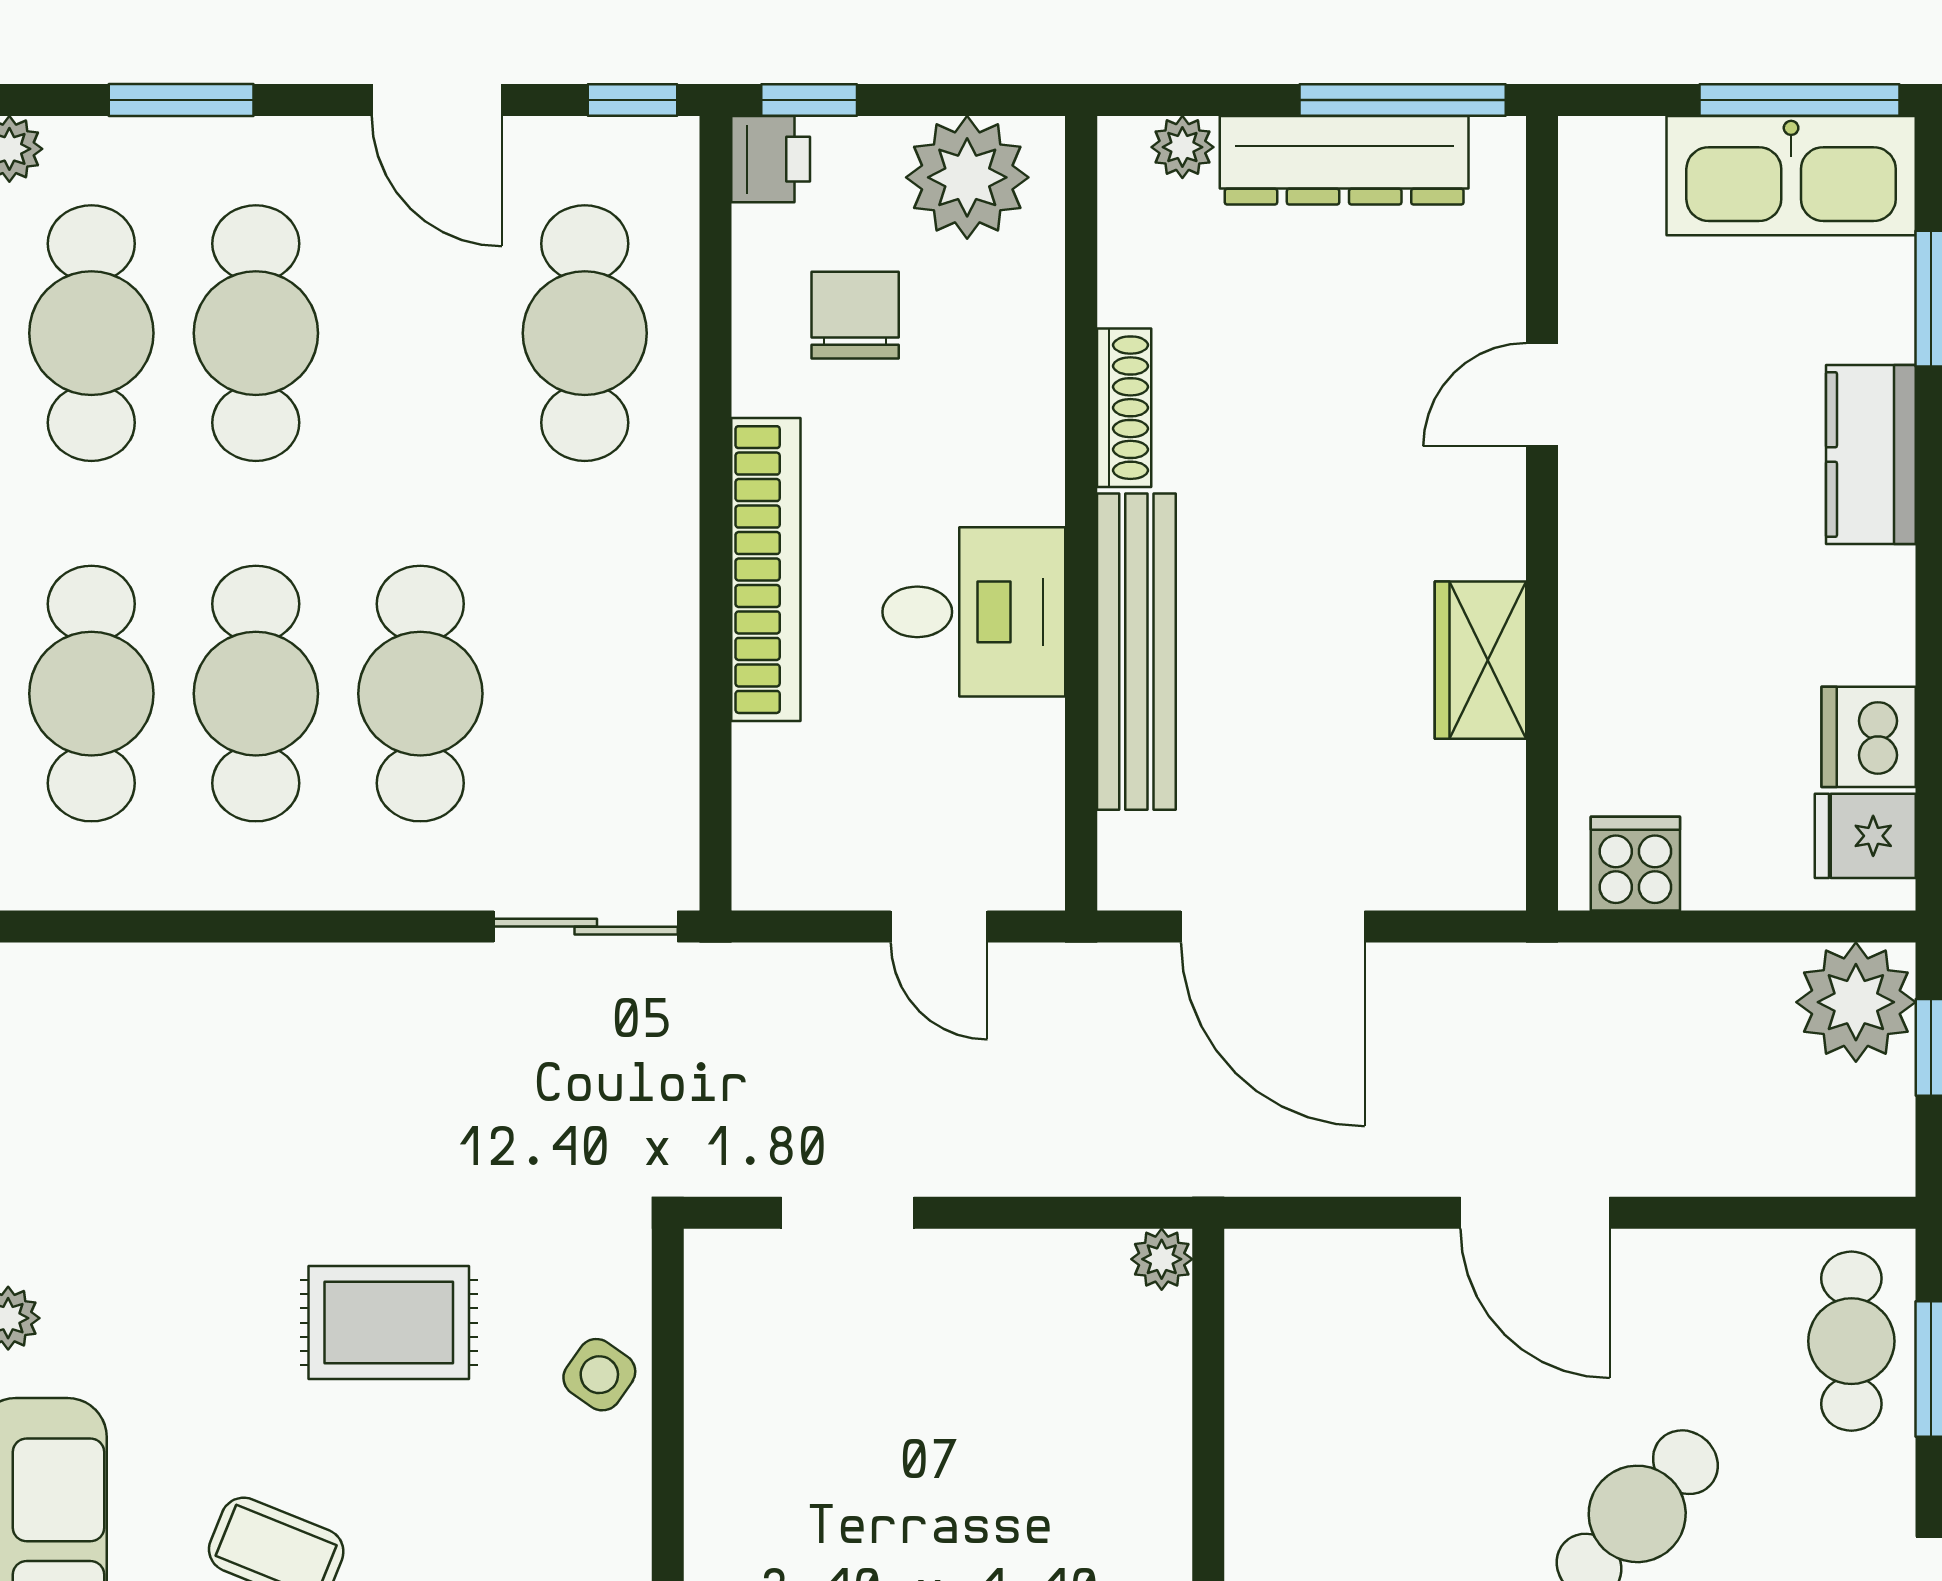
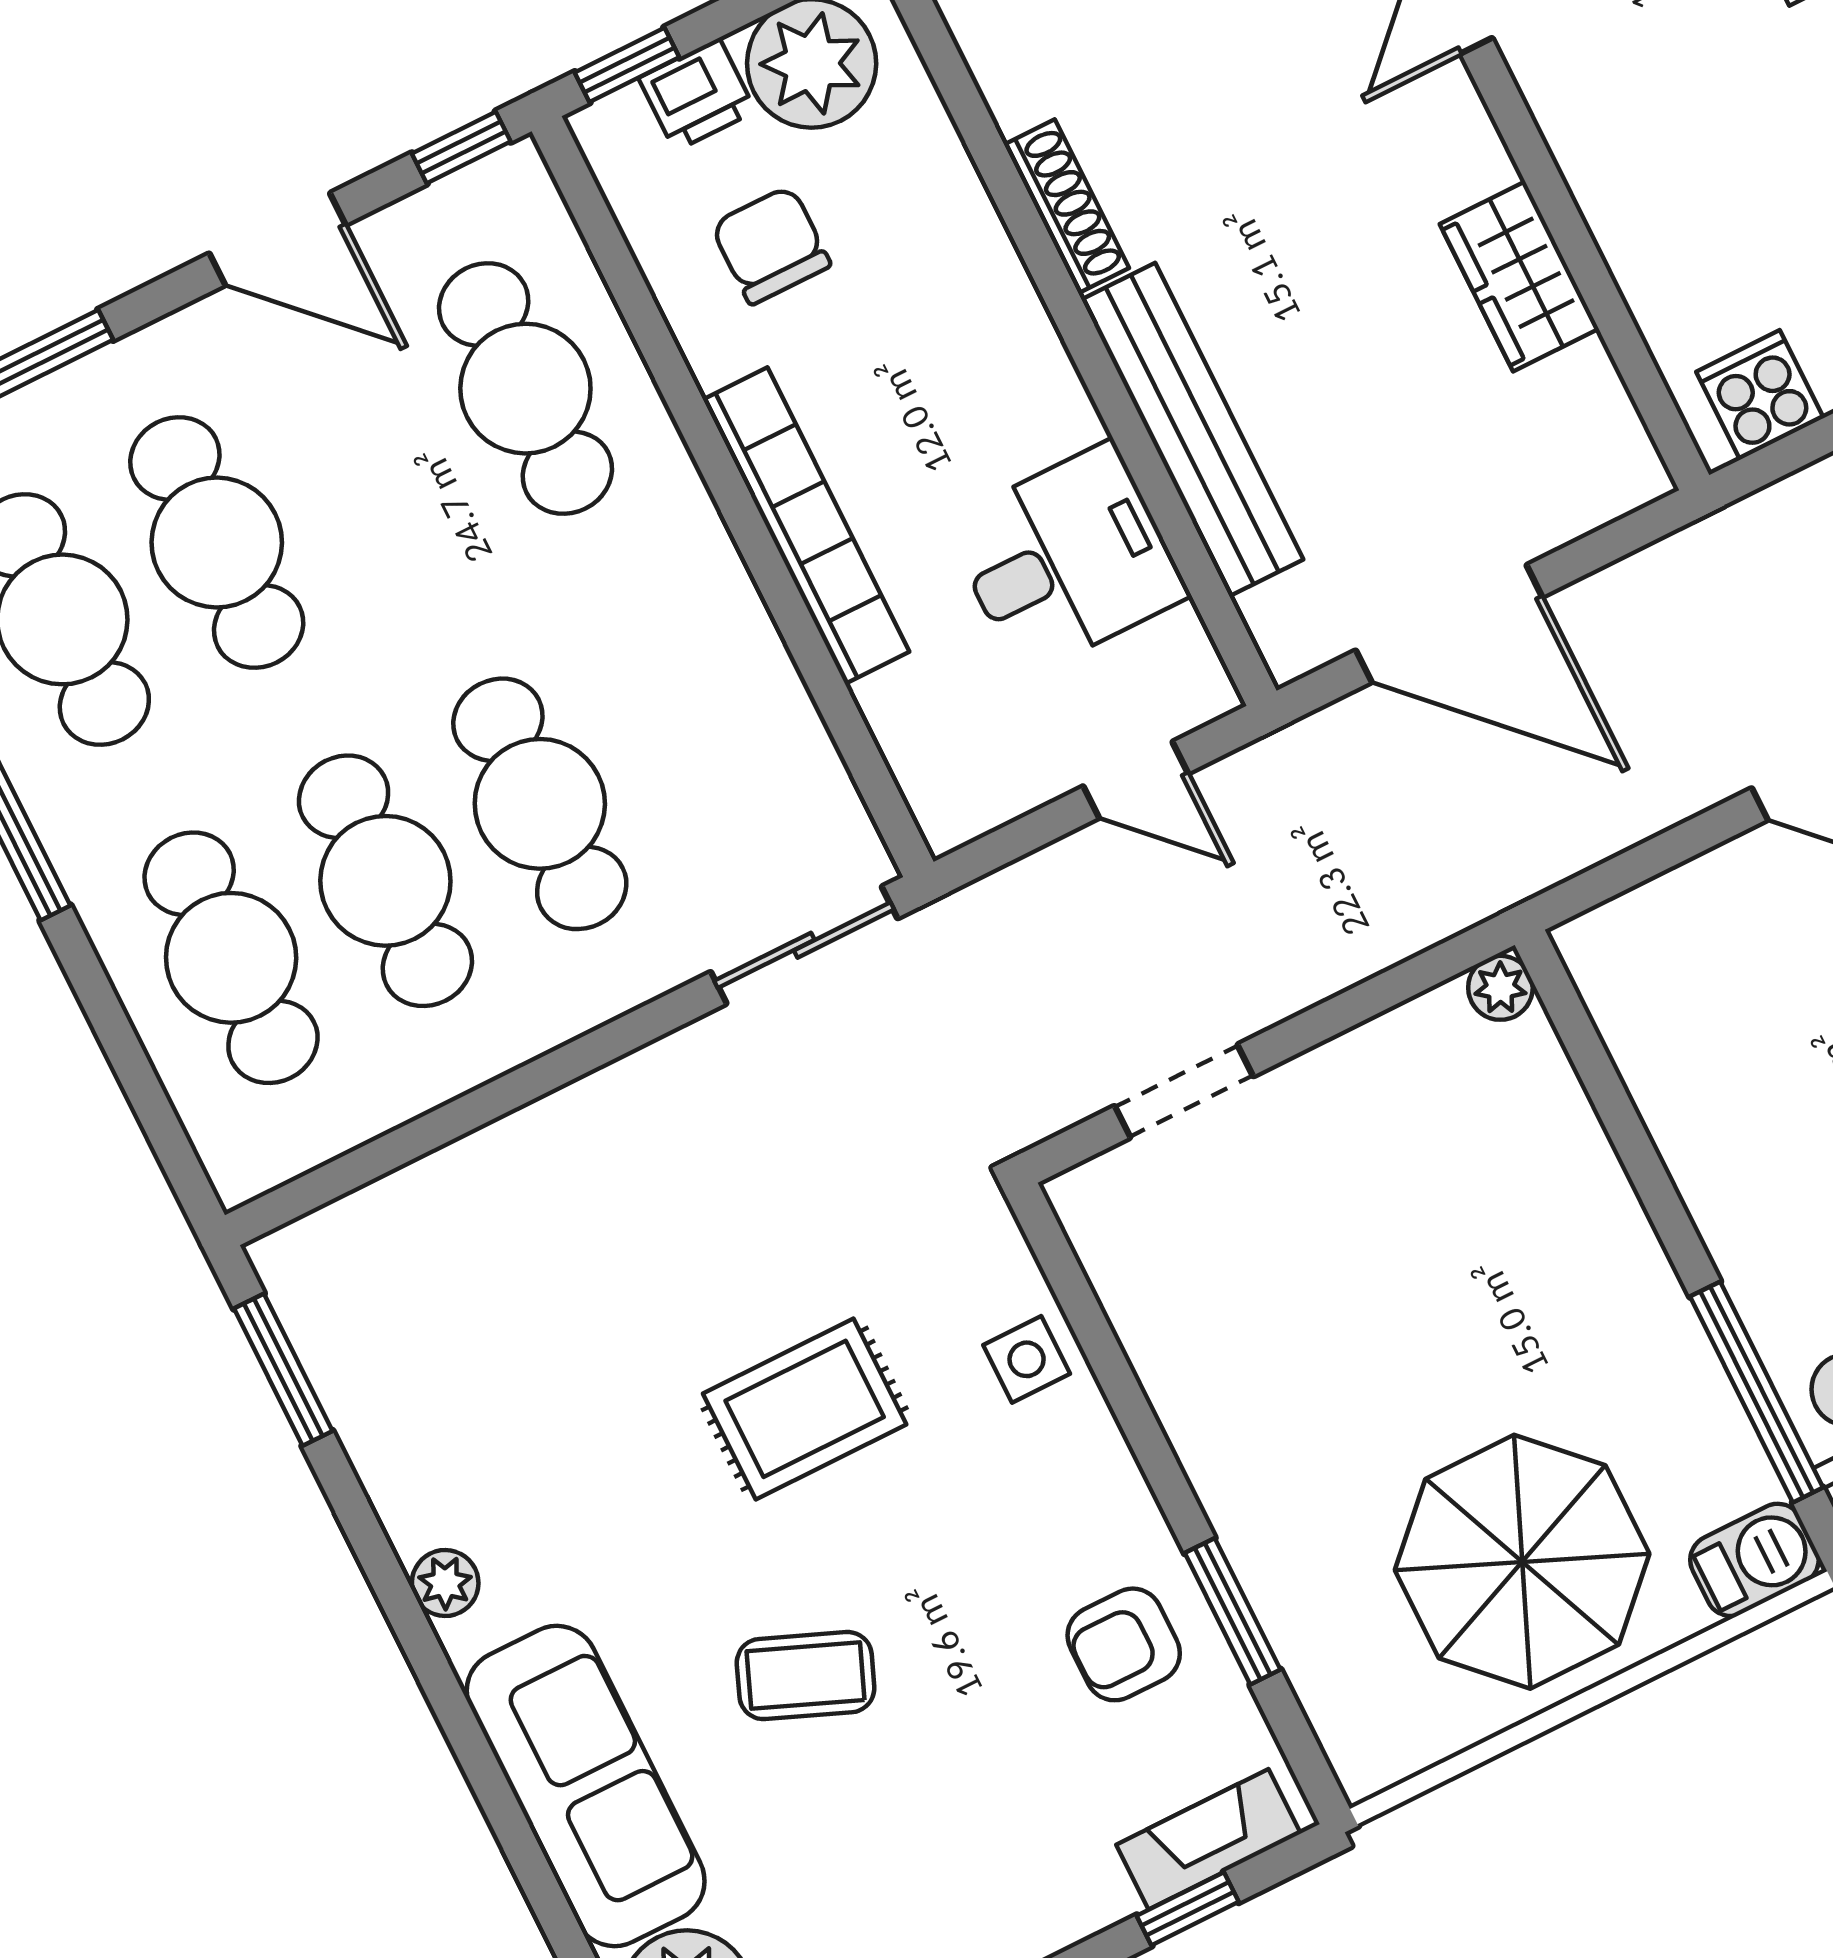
printer: (771, 159) -> (697, 95), moved, turned 90
desk: (974, 612) -> (1067, 559), moved
side table: (599, 1375) -> (1027, 1359), turned -35

